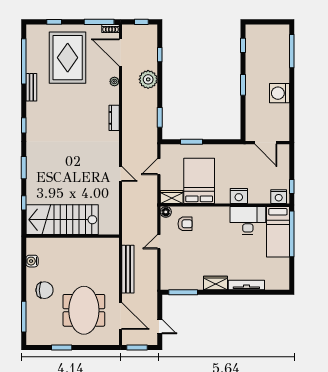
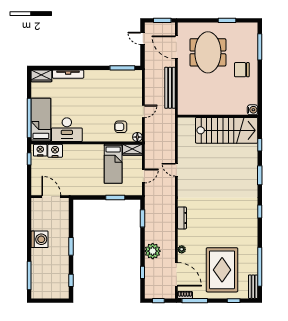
bench: (31, 87) -> (253, 287), moved
bed: (199, 181) -> (113, 164), width x0.67
nightstand: (239, 196) -> (55, 151), moved
water cooler: (32, 261) -> (253, 110), moved
wardrobe: (215, 283) -> (41, 76), moved

